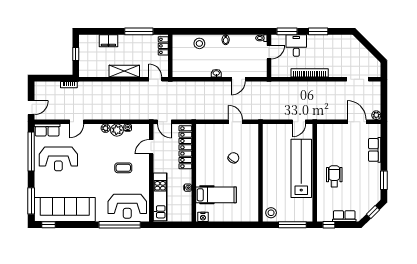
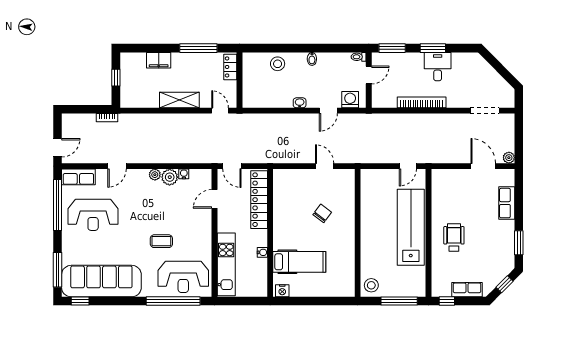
desk: (296, 46) -> (438, 67), moved
washing machine: (255, 71) -> (350, 100), added
coffee table: (123, 168) -> (161, 241), moved

